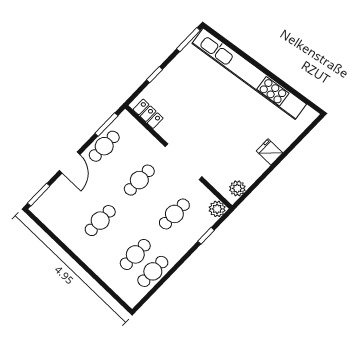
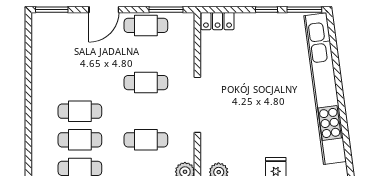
window: (155, 75) -> (266, 10), moved
locker: (148, 114) -> (218, 21), moved, turned 90
cafe table: (100, 221) -> (80, 111), moved

